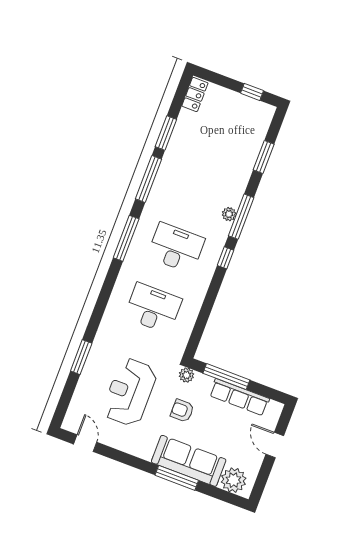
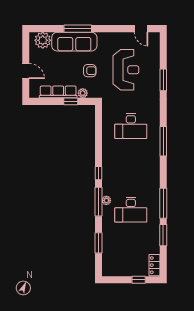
window: (252, 92) -> (139, 280), moved
window: (126, 238) -> (163, 141), moved
desk: (176, 248) -> (131, 210), moved
plant: (186, 375) -> (83, 93), moved
window: (226, 377) -> (71, 101), width x0.46

